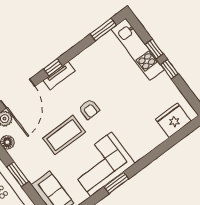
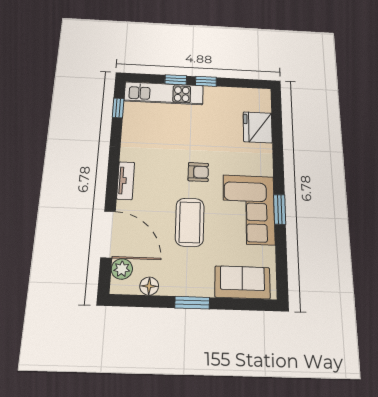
window: (103, 30) -> (118, 108), width x0.67
window: (53, 67) -> (112, 180), removed
armchair: (89, 109) -> (198, 172), moved
fridge: (173, 120) -> (258, 127), moved

